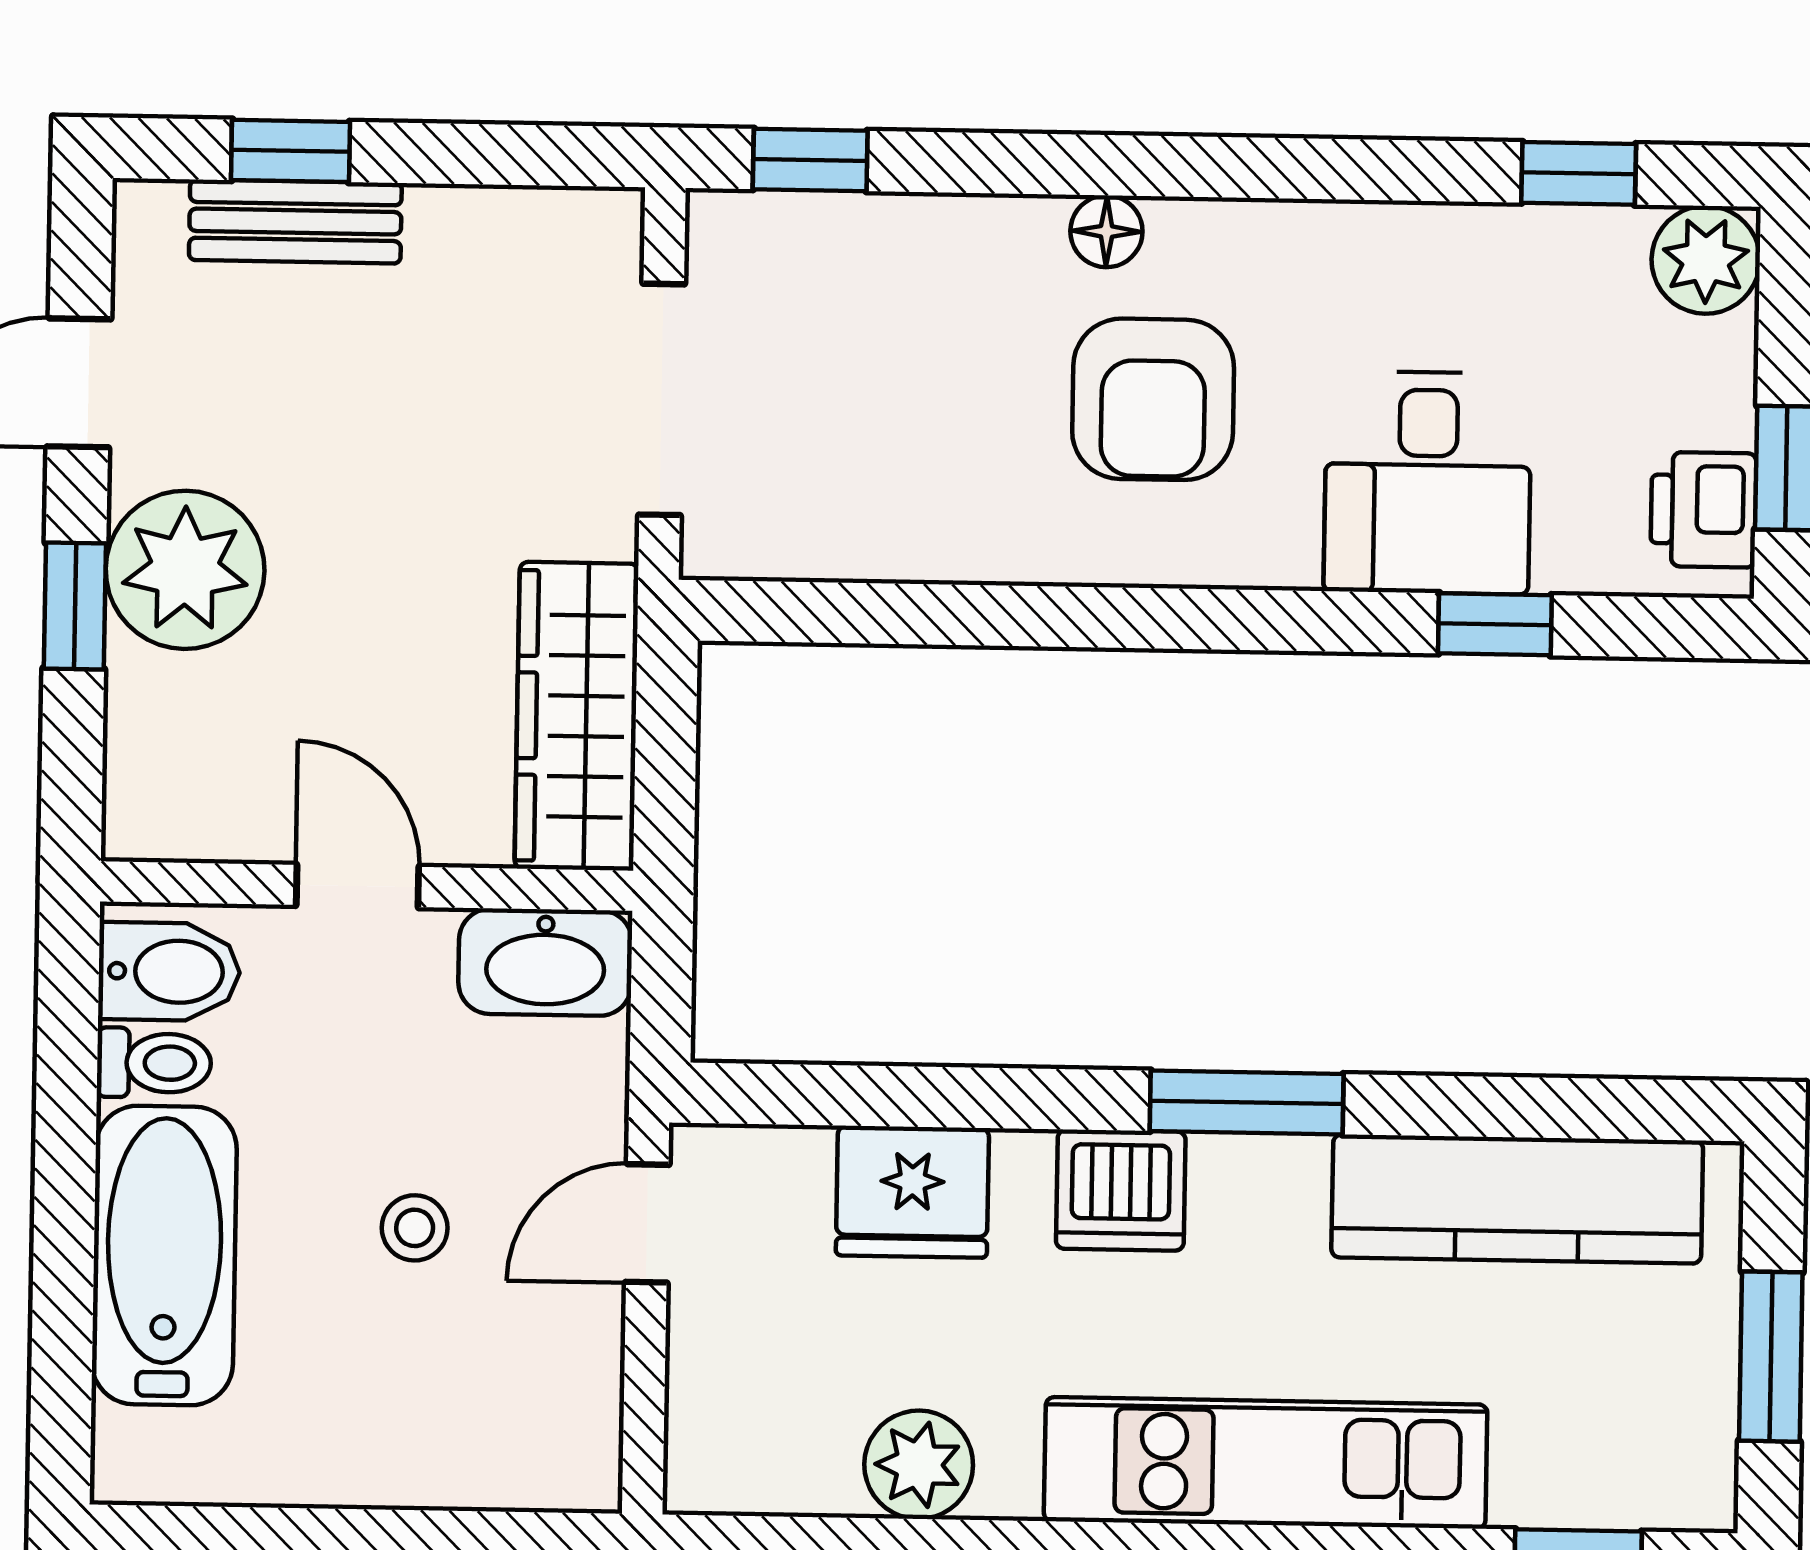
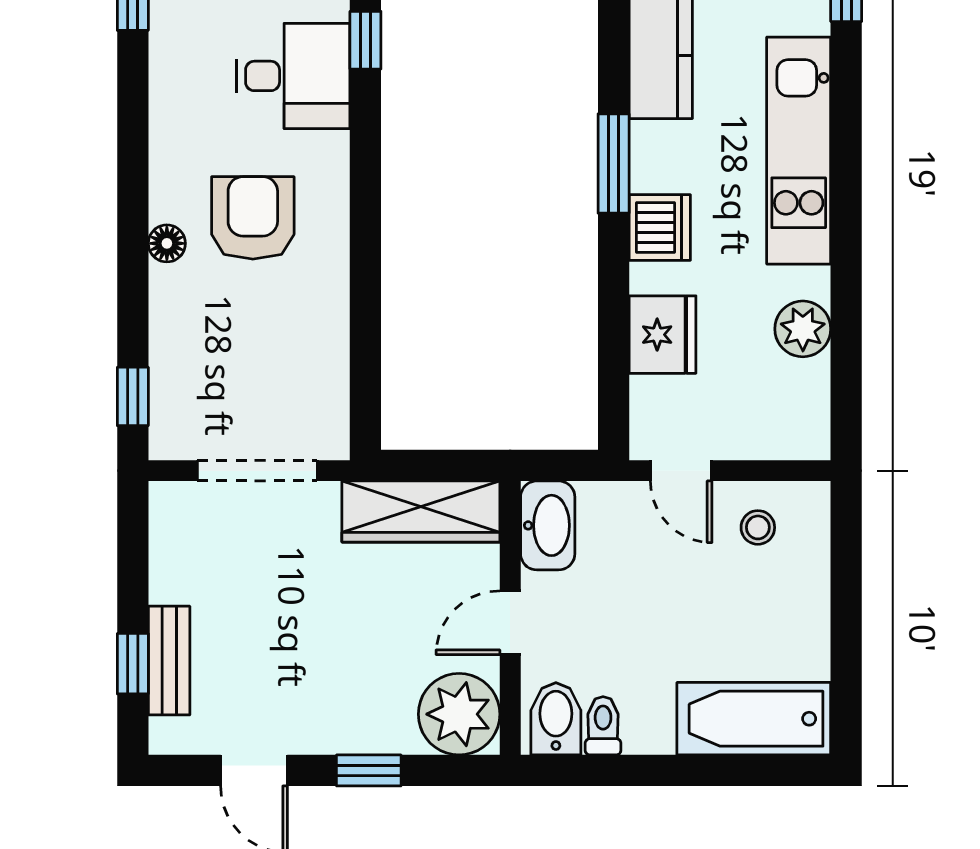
armchair: (1153, 399) -> (253, 218), turned -90
plant: (185, 570) -> (459, 714), moved
stool: (415, 1228) -> (758, 527), moved
bathtub: (164, 1256) -> (754, 719), moved

